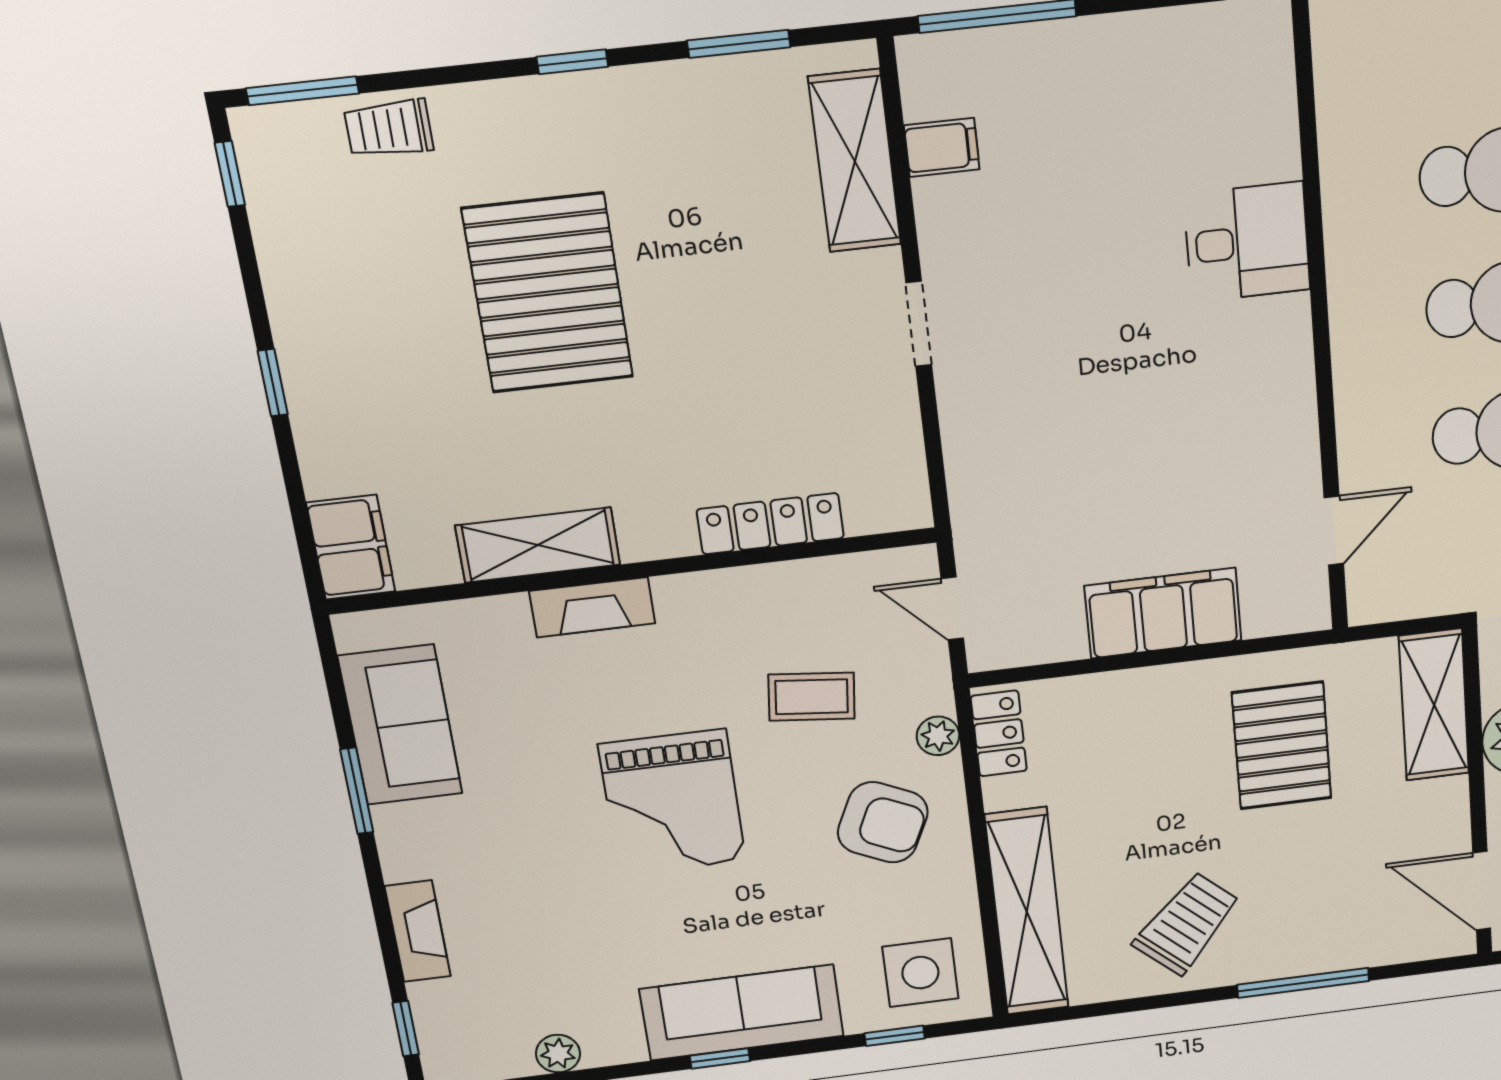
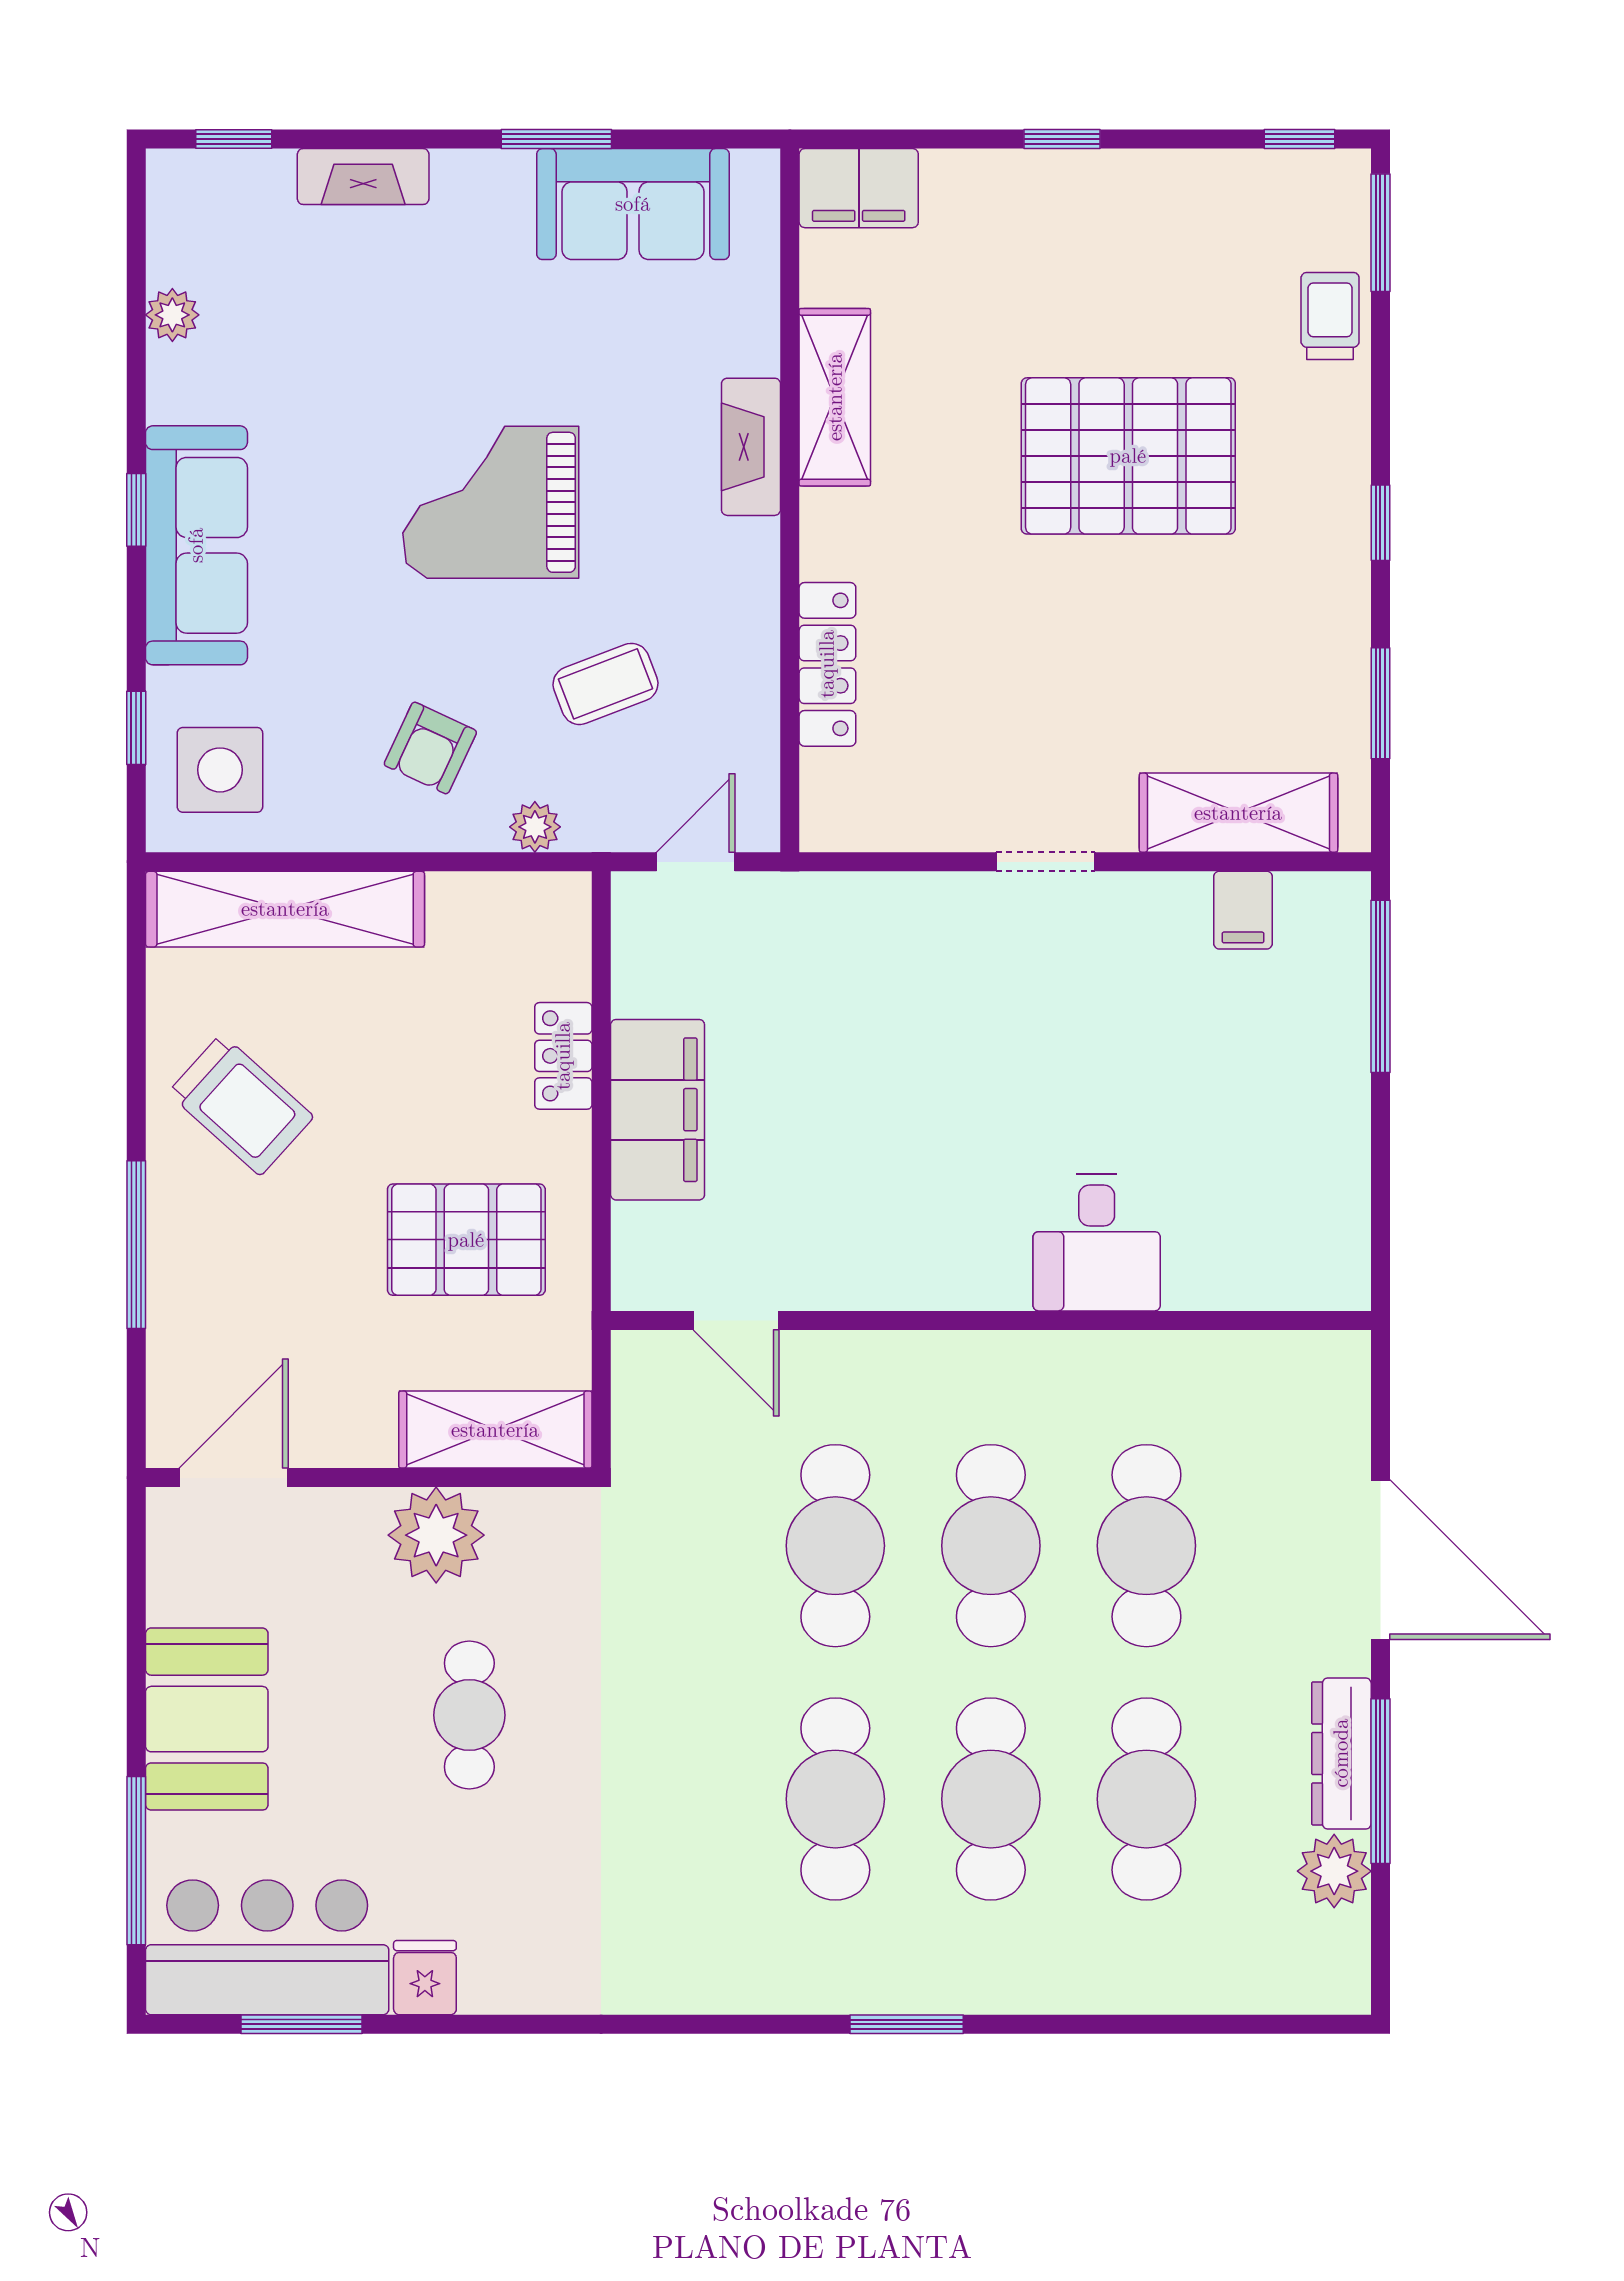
coffee table: (812, 697) -> (605, 684), turned 63
locker: (999, 733) -> (563, 1056), moved, turned 90
armchair: (883, 822) -> (430, 748), width x0.72, depth x0.72

